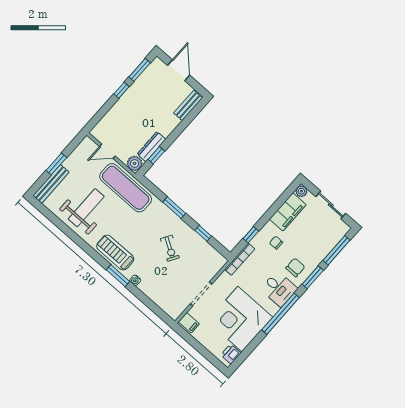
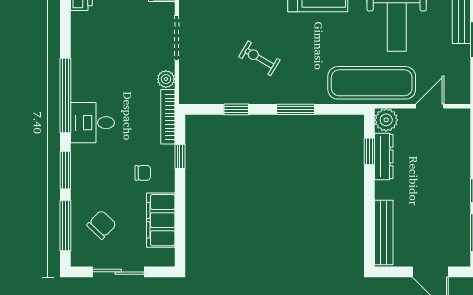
bench: (188, 105) -> (384, 232), width x1.36
plant: (301, 191) -> (166, 79), moved
chair: (295, 267) -> (102, 225), moved, turned -136
corner desk: (240, 319) -> (107, 48), removed

